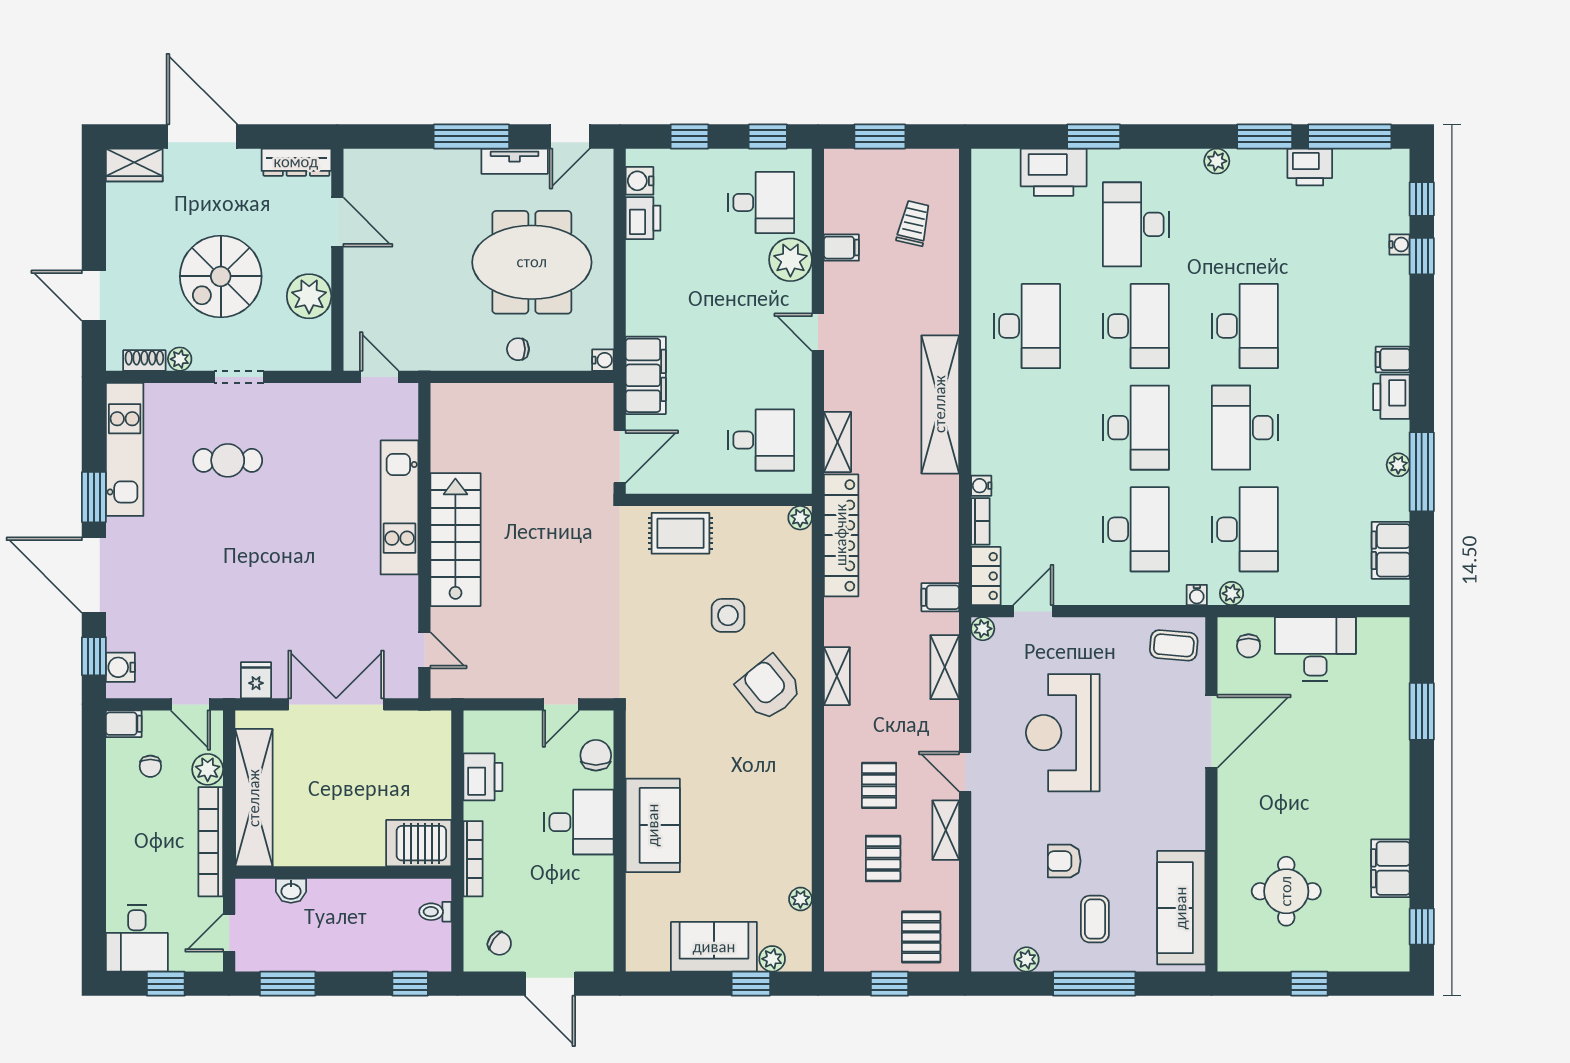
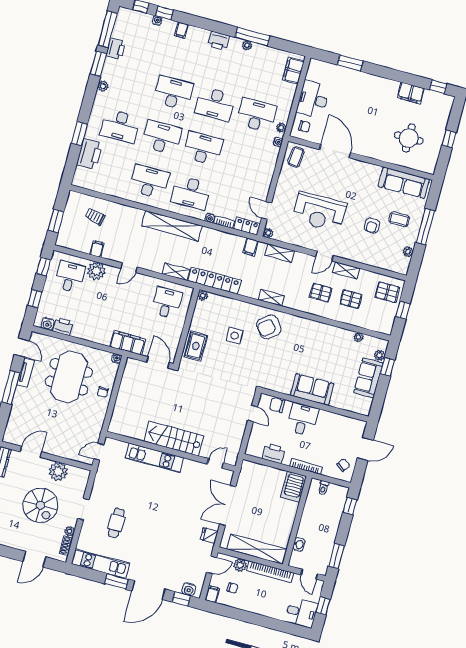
filing cabinet: (1393, 360) -> (181, 30), moved
desk: (1136, 529) -> (191, 193), moved, turned 180
filing cabinet: (1391, 550) -> (293, 71), moved, turned 90

